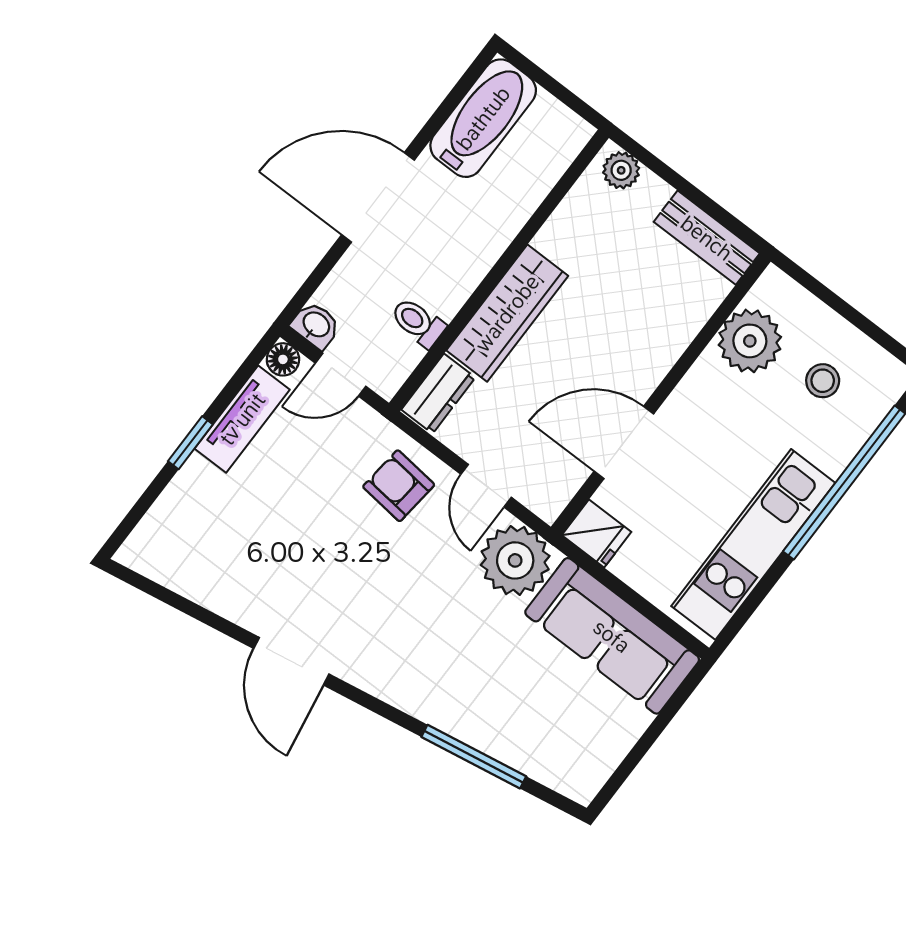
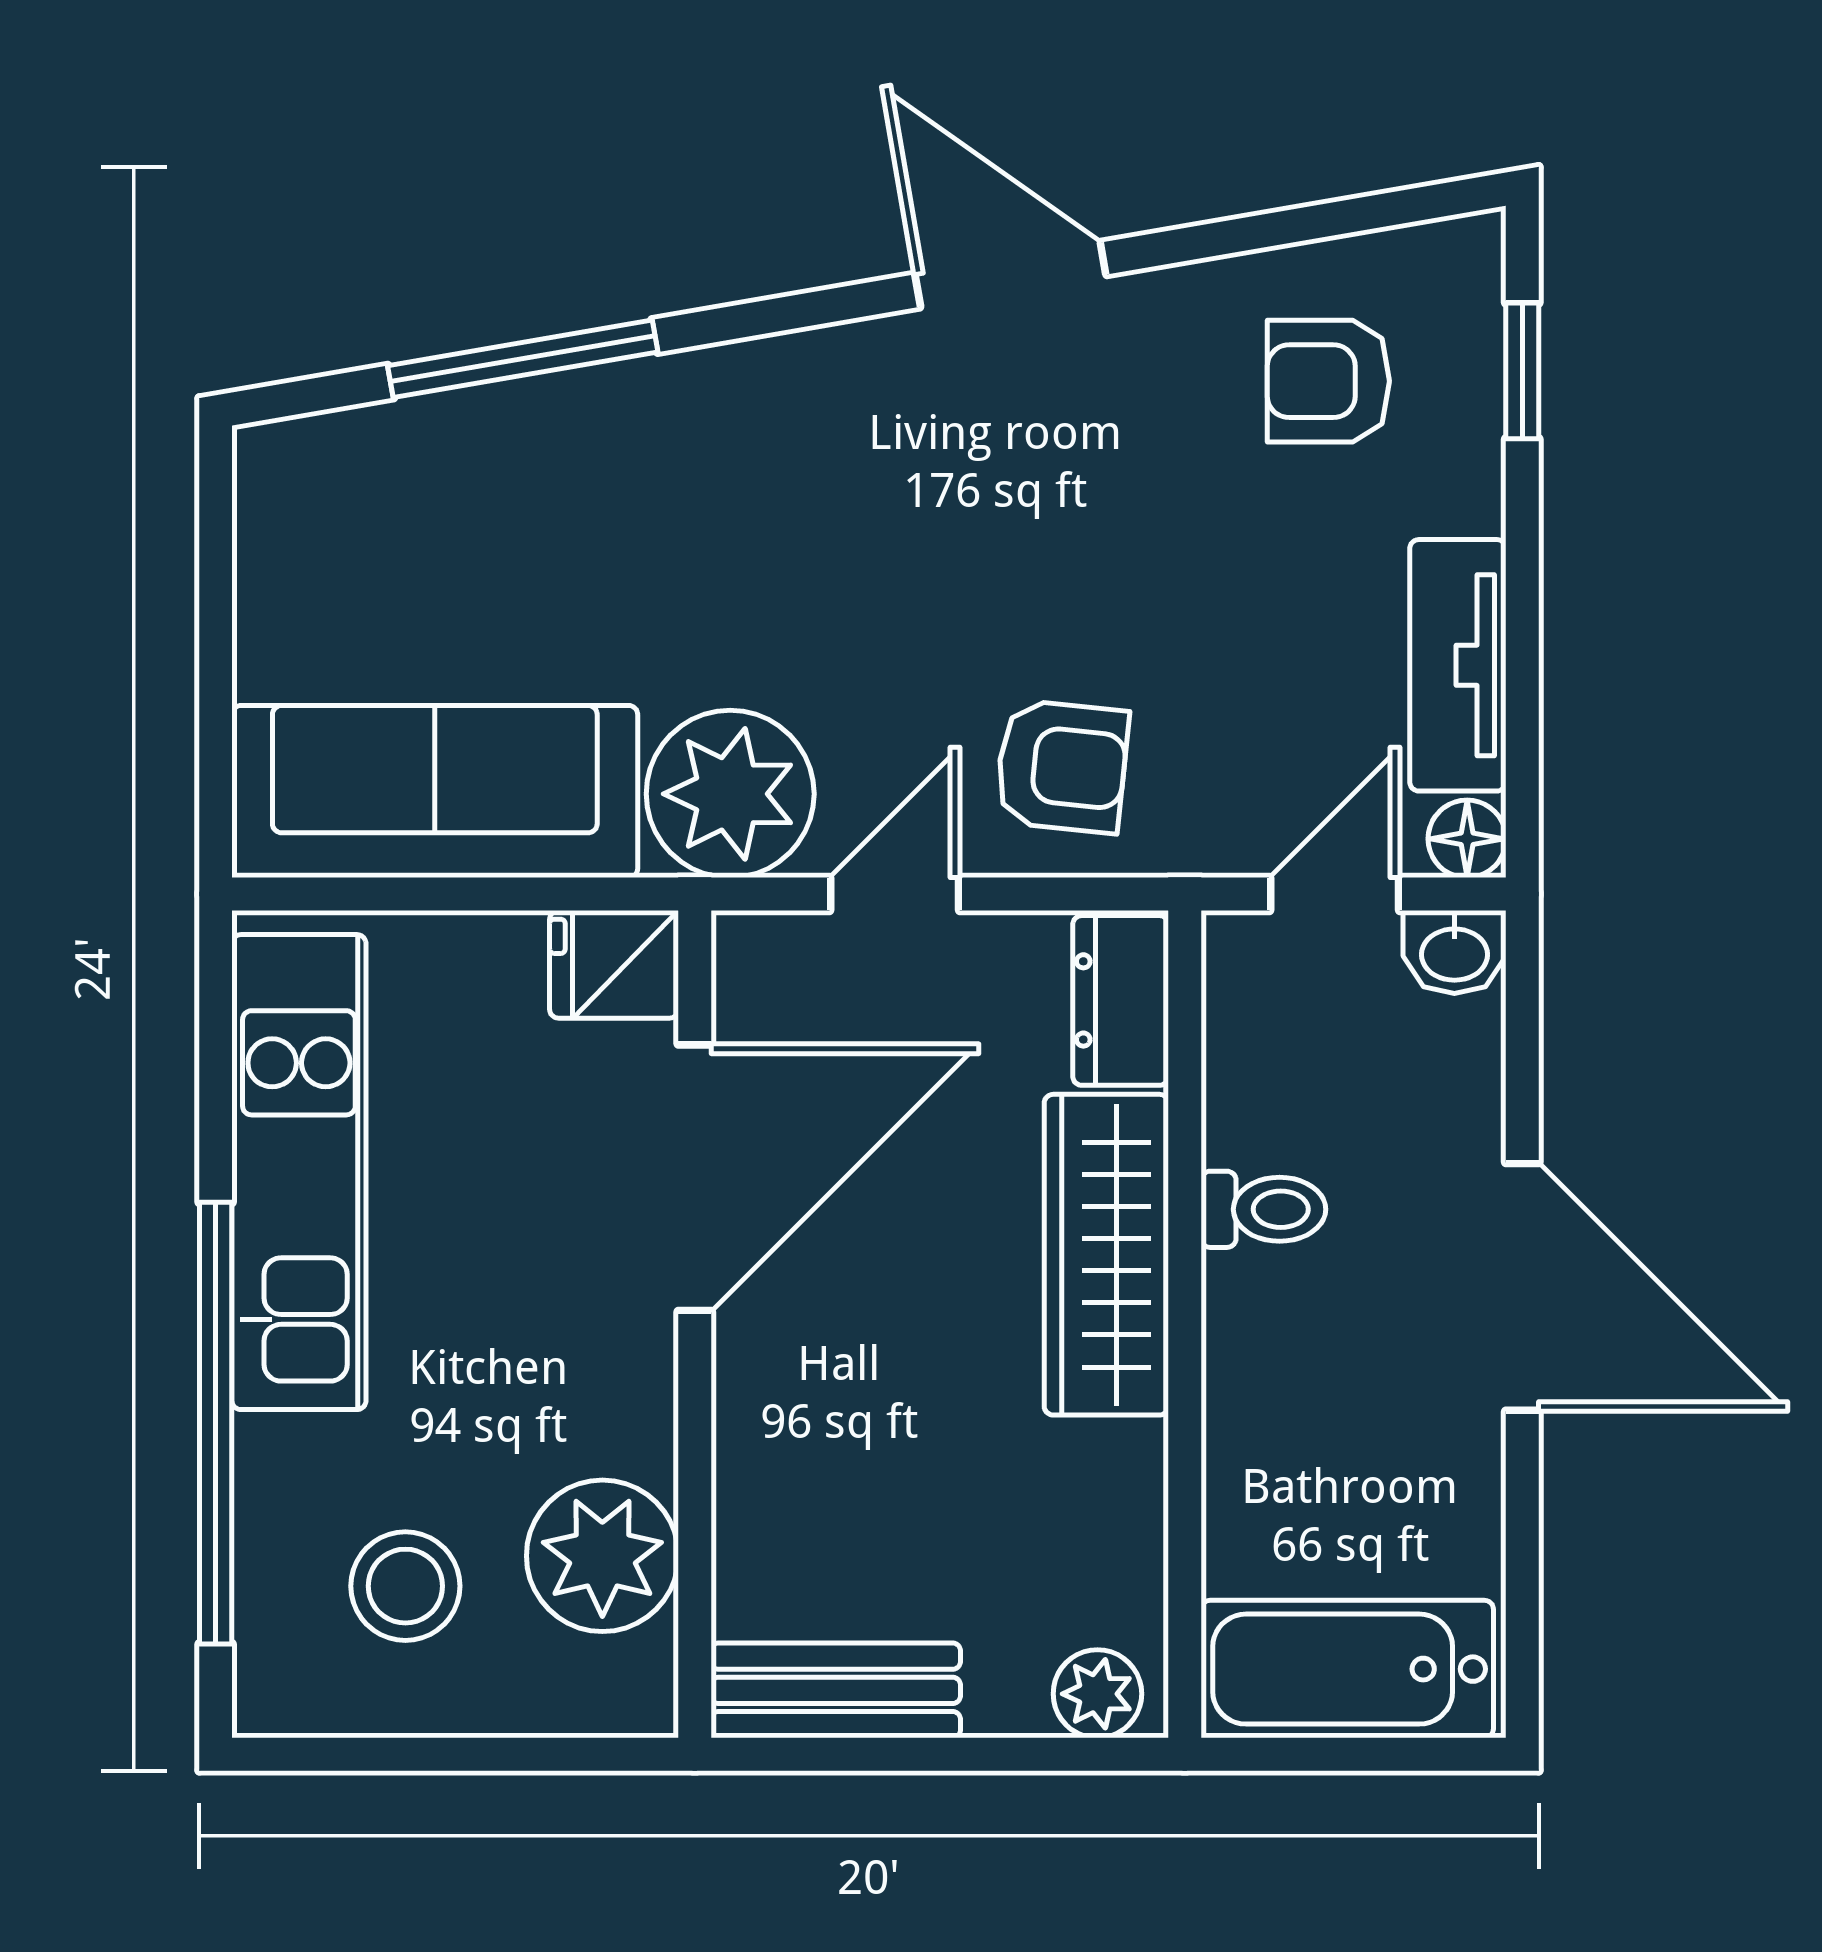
bathtub: (483, 118) -> (1347, 1669), moved, turned 90
door: (378, 197) -> (1522, 1287), hinge flipped
toilet: (418, 322) -> (1263, 1209), moved
stool: (823, 381) -> (405, 1586), width x1.37, depth x1.37
window: (190, 443) -> (1522, 371), moved
door: (624, 443) -> (695, 1178), width x1.36
door: (486, 486) -> (895, 894), hinge flipped
armchair: (213, 546) -> (1328, 381), added

